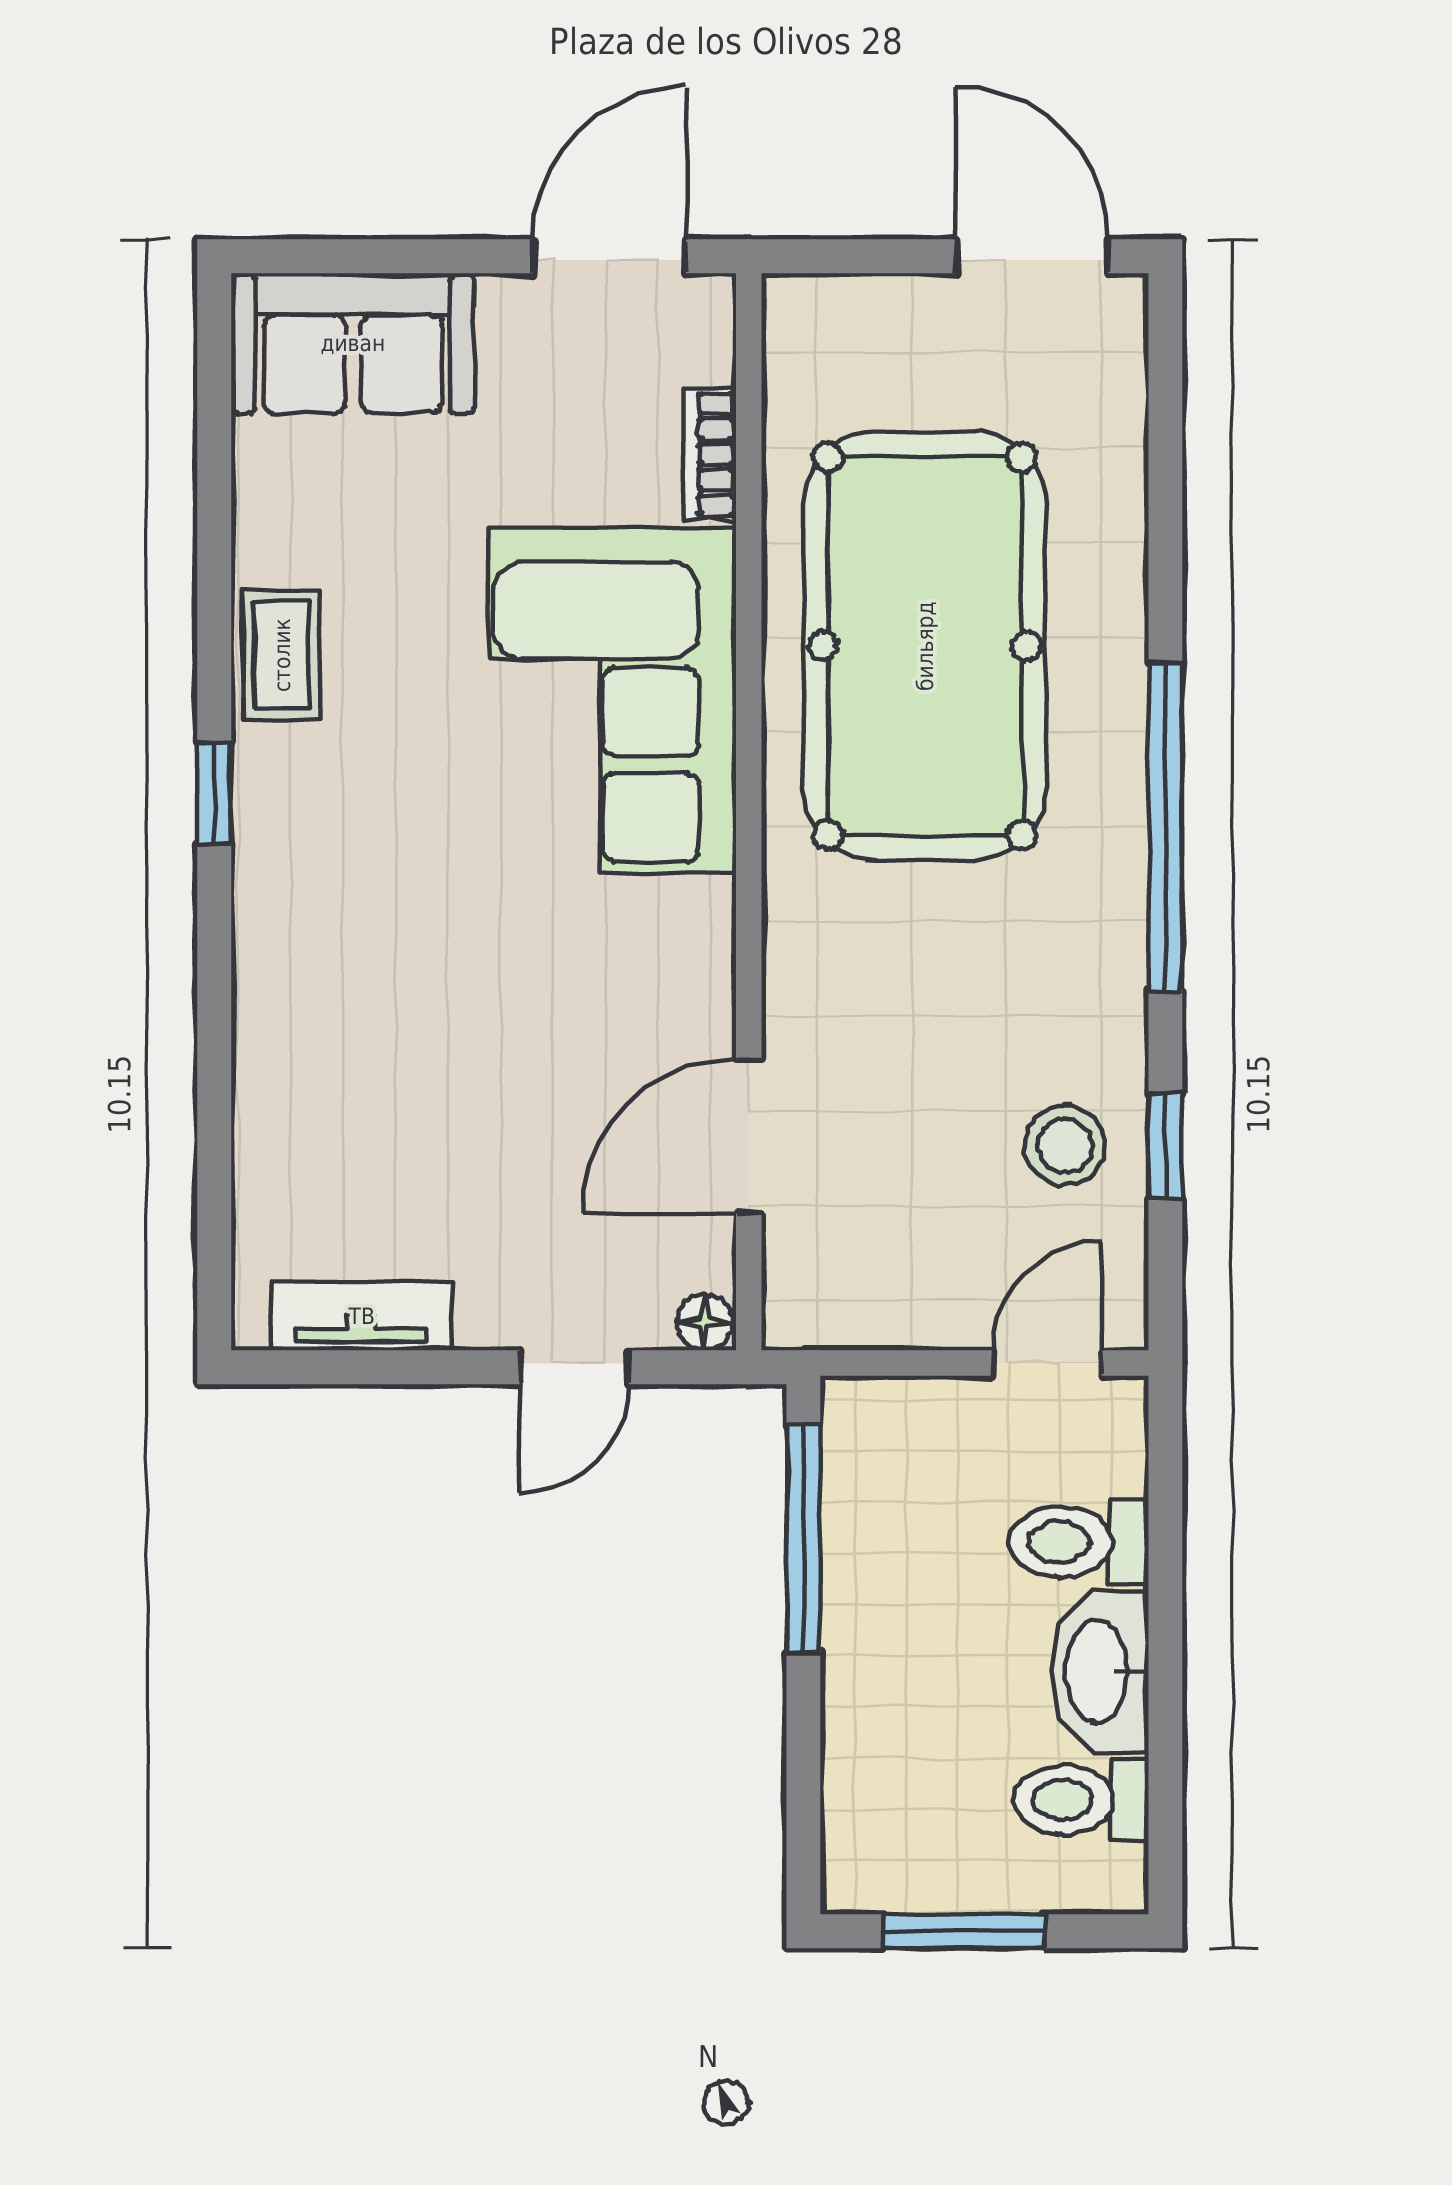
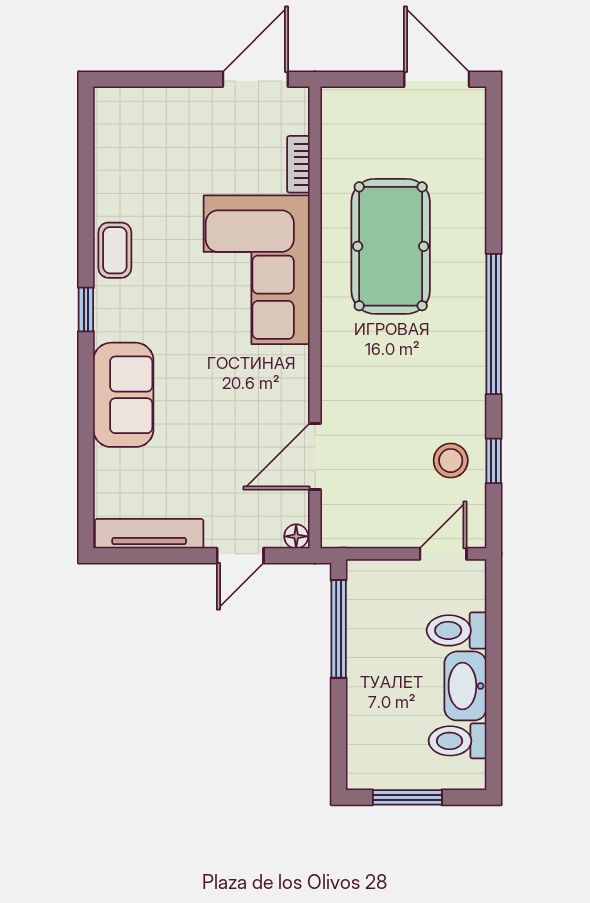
sofa: (353, 343) -> (123, 395), moved, turned -90
pool table: (925, 646) -> (391, 246), width x0.73, depth x0.76
tv unit: (362, 1316) -> (149, 534), width x1.41

